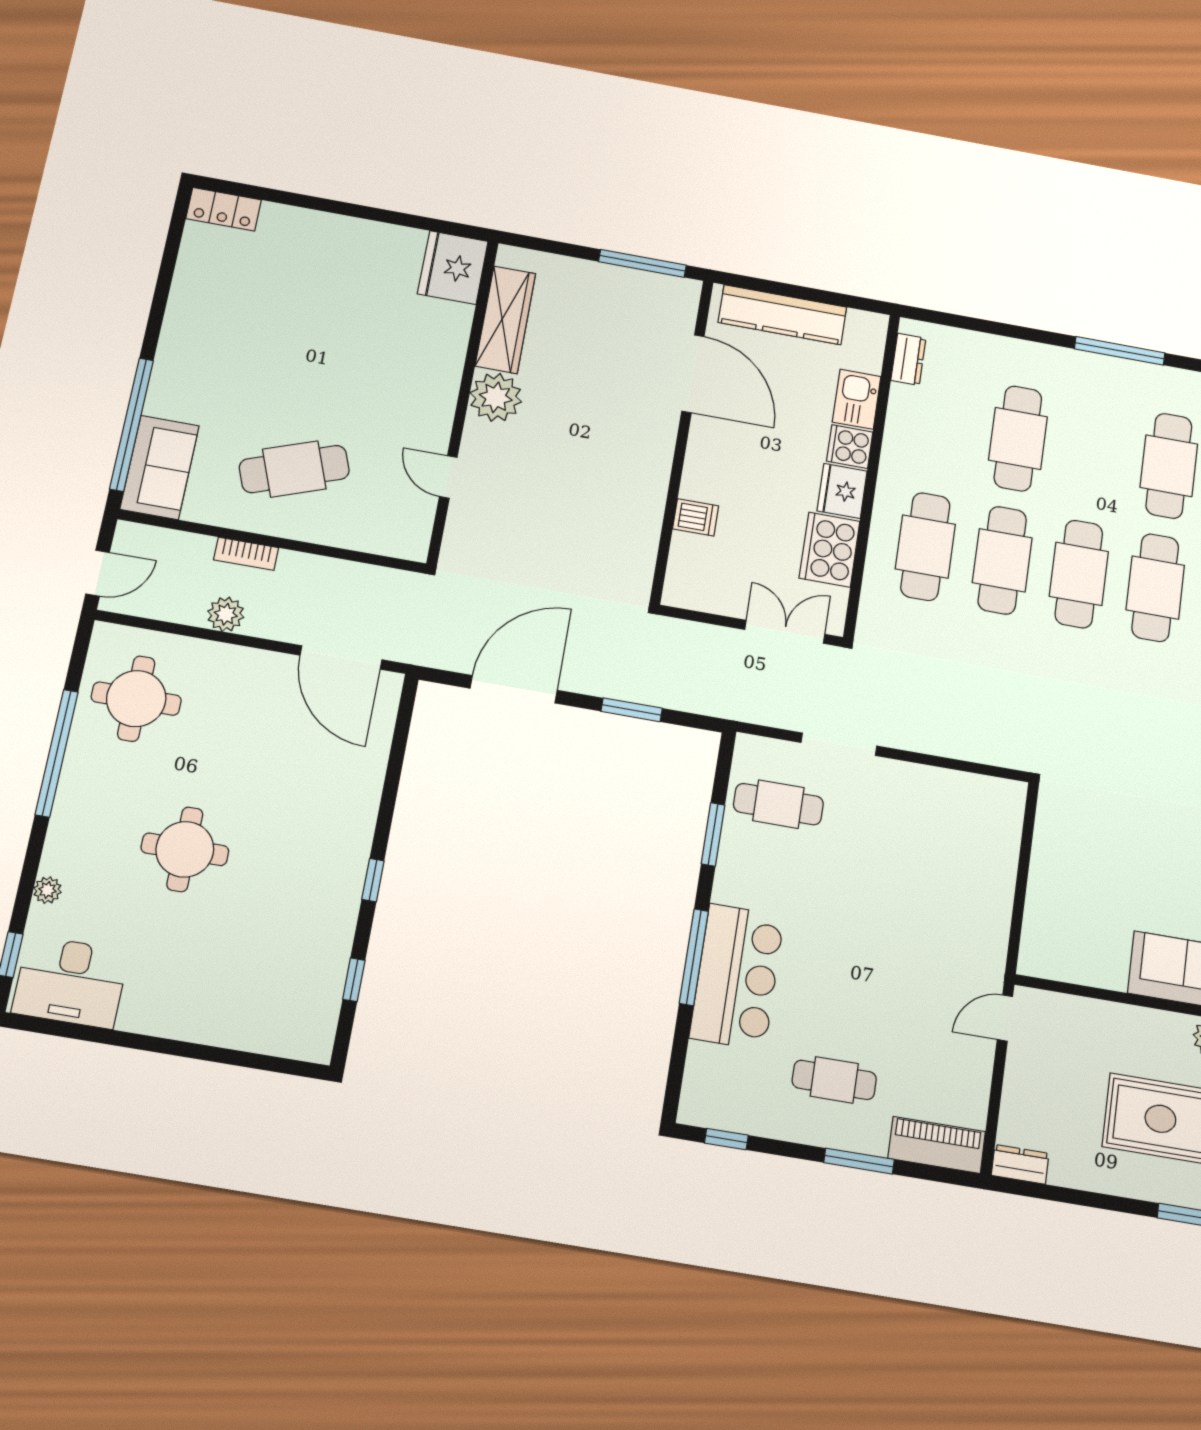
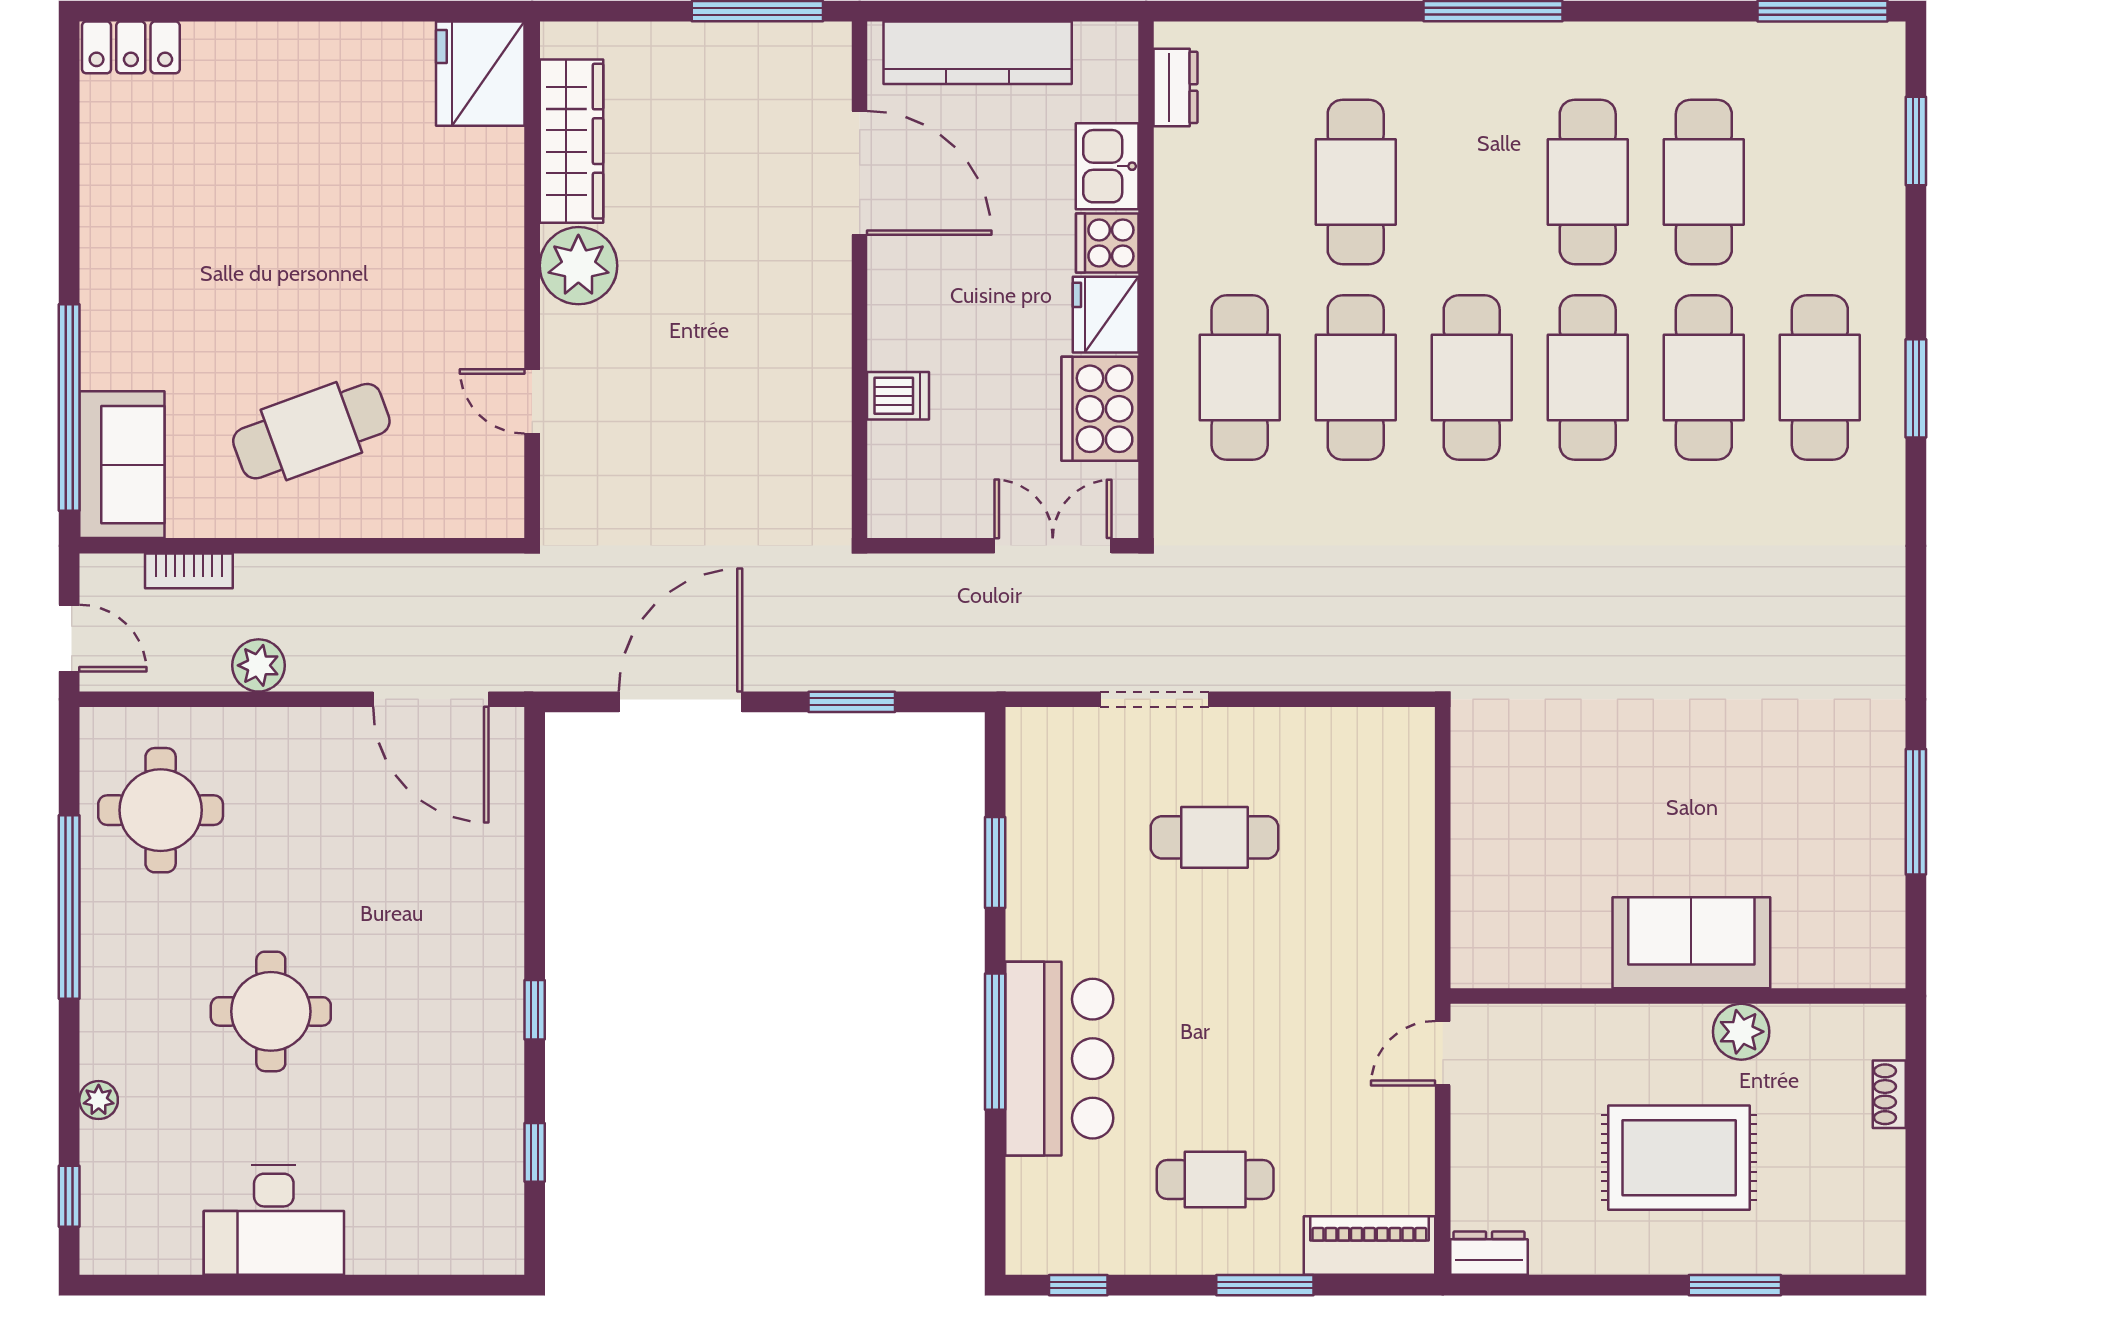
bookcase: (246, 554) -> (189, 571), moved
door: (98, 573) -> (69, 638), hinge flipped
cafe table: (778, 804) -> (1215, 837), moved
desk: (70, 982) -> (274, 1220), moved

